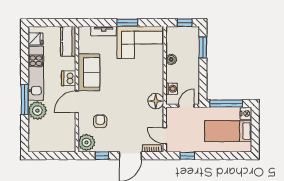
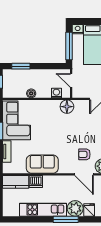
fridge: (36, 39) -> (89, 210), moved
dishwasher: (69, 78) -> (36, 181), moved
door: (77, 102) -> (84, 174), moved

